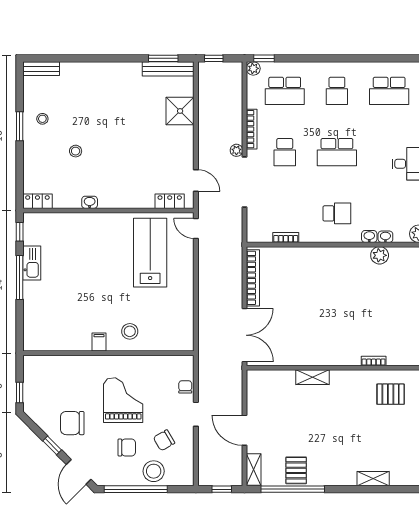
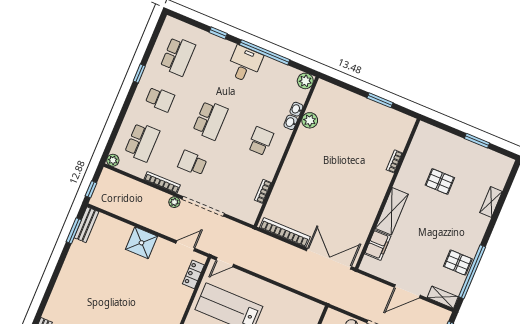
window: (264, 58) -> (139, 74), moved
bench: (168, 69) -> (86, 225), width x0.73
shower: (180, 111) -> (141, 243), moved
school desk: (285, 152) -> (192, 163), turned 180
shelving: (312, 377) -> (392, 211), width x1.50, depth x1.33
filing cabinet: (280, 380) -> (378, 245), added
pallet: (391, 394) -> (440, 181), moved, turned 90

